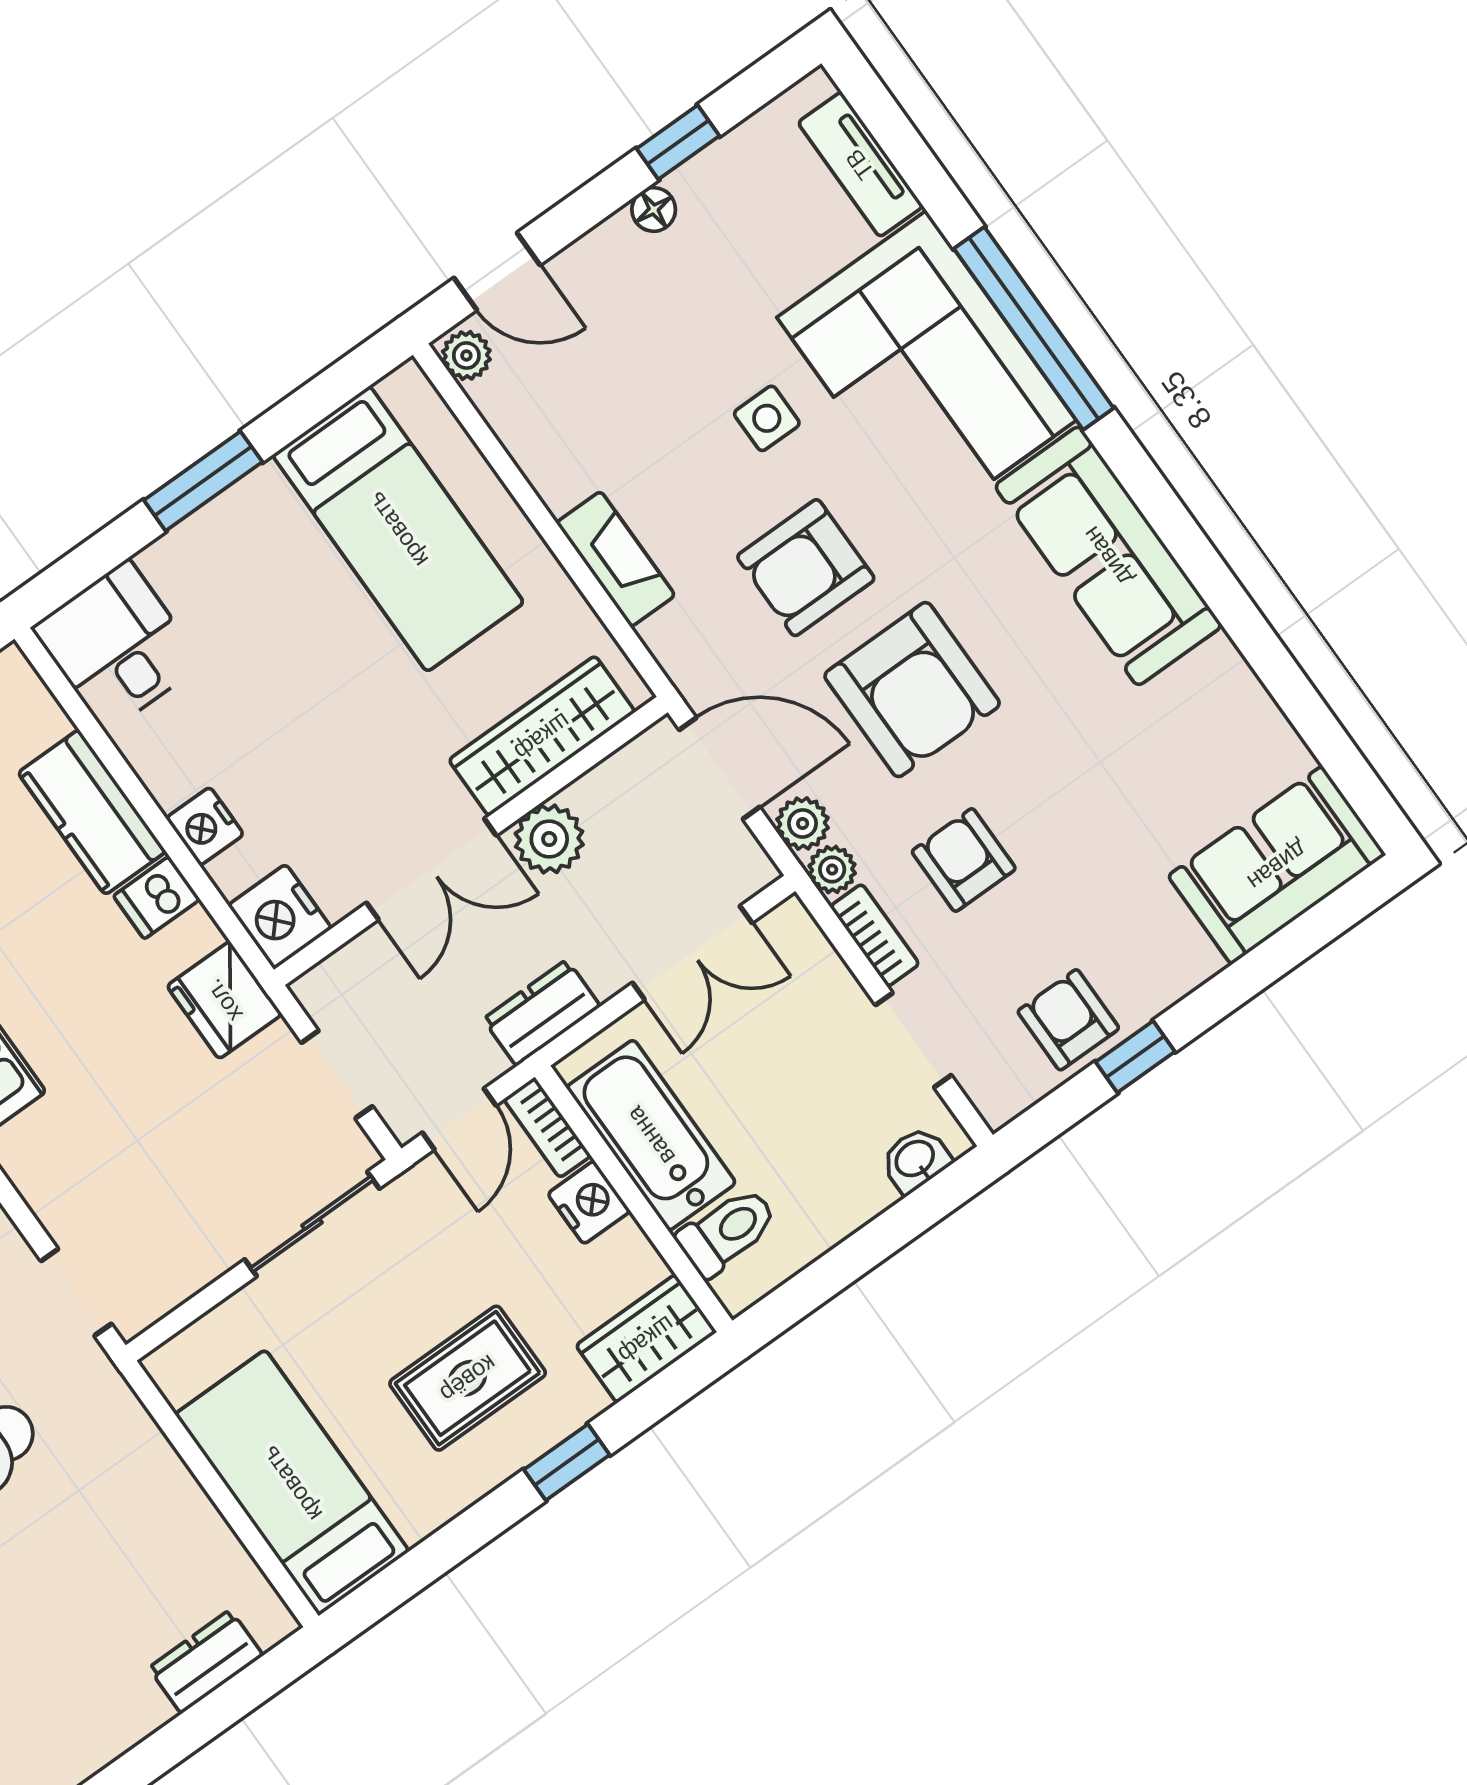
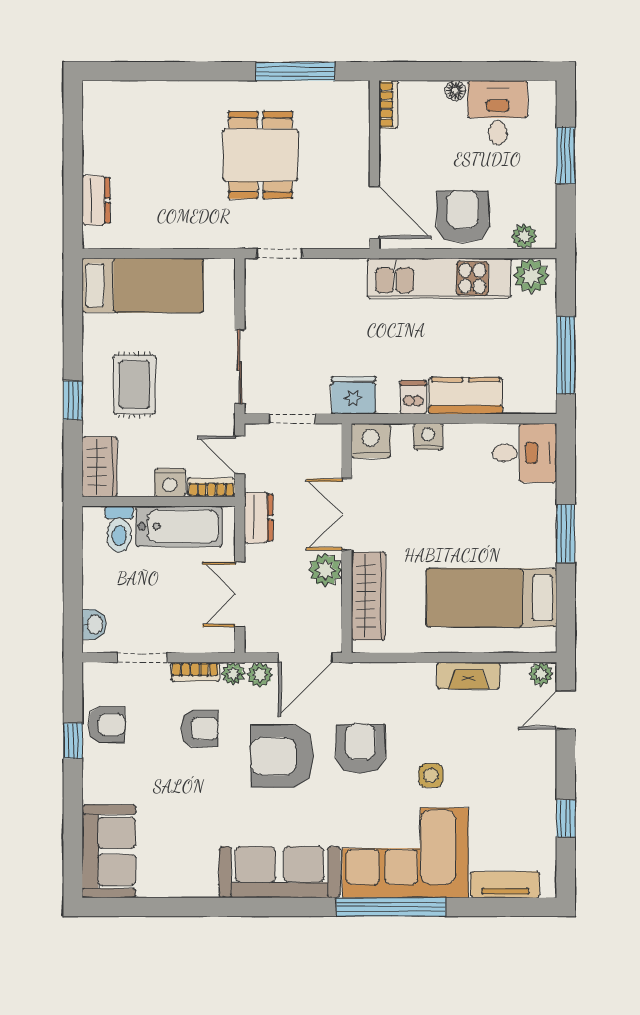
floor lamp: (654, 209) -> (546, 790), removed
fireplace: (616, 559) -> (468, 675), moved

